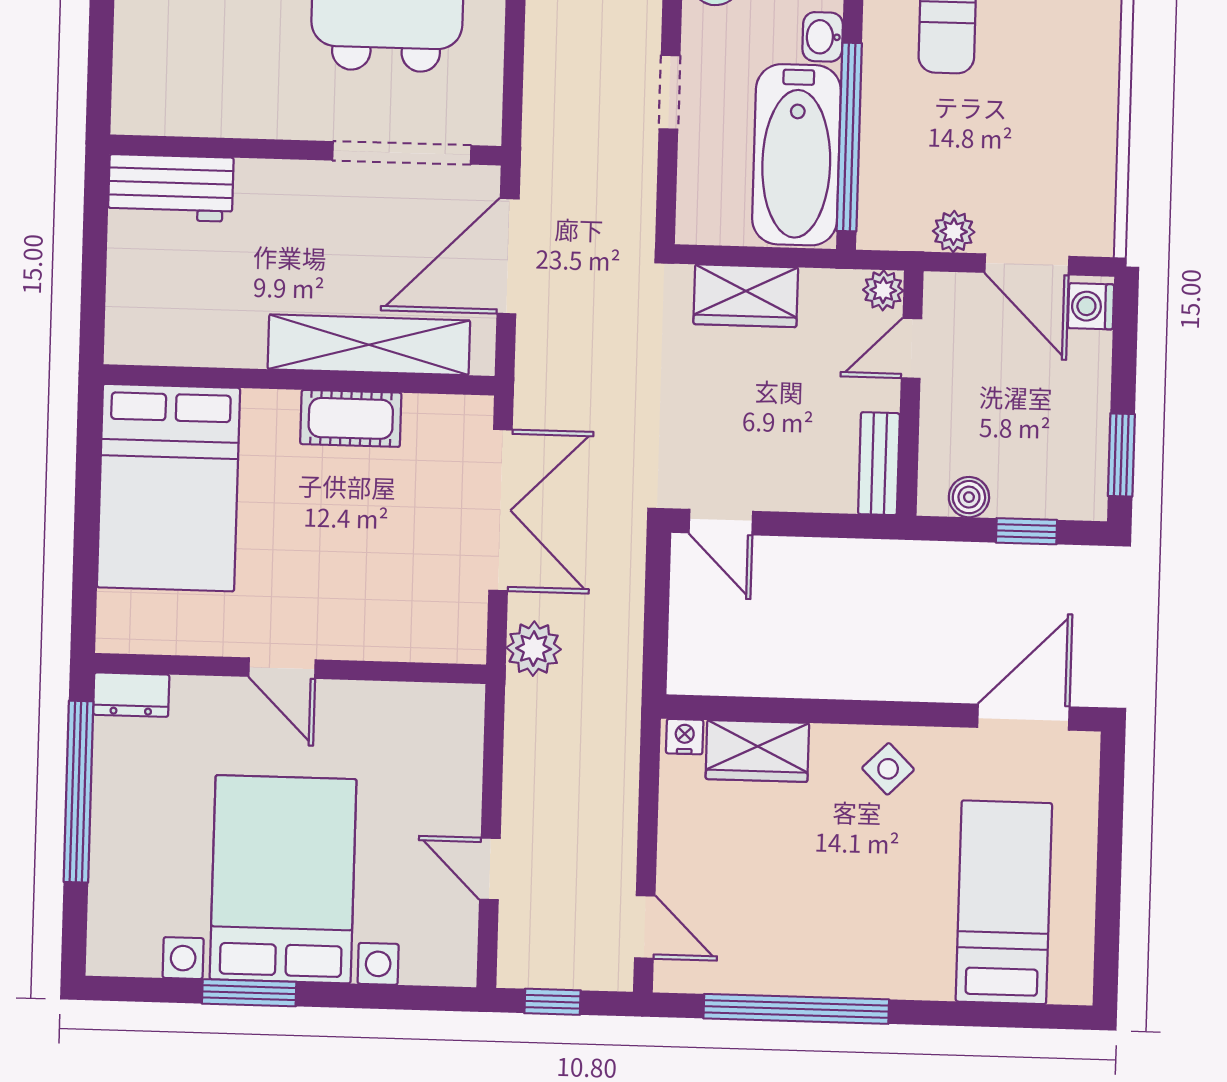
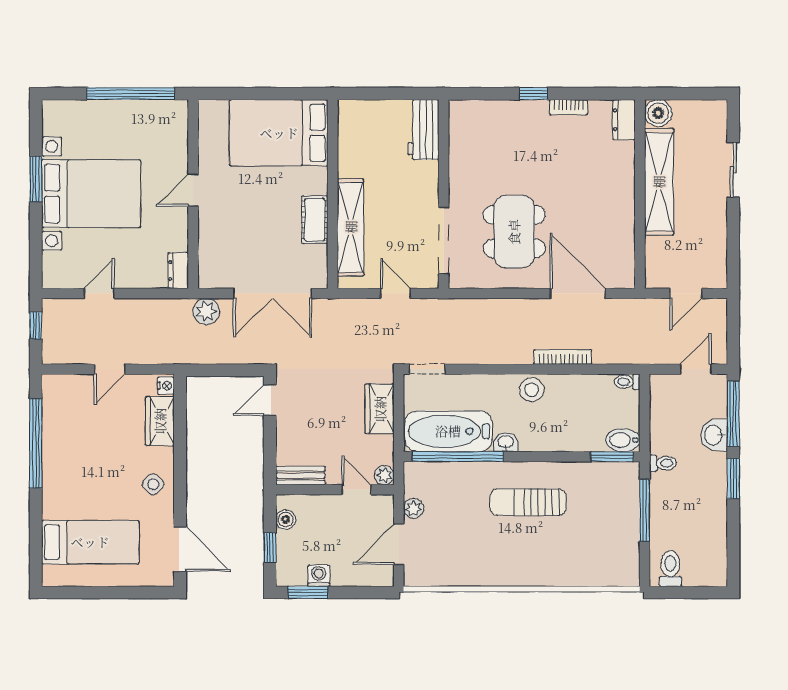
doorway: (670, 92) -> (427, 369), moved
door: (508, 256) -> (395, 293), width x0.53
washing machine: (1091, 306) -> (319, 576), moved
dresser: (131, 695) -> (178, 271), moved
door: (645, 927) -> (110, 369), moved

